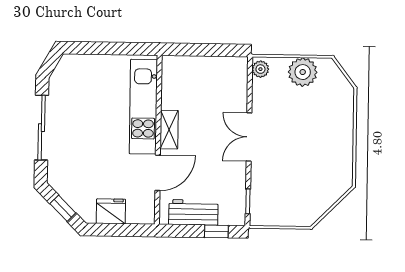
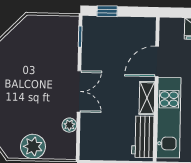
plant: (260, 69) -> (69, 125), moved
workbench: (193, 212) -> (143, 137), moved, turned 90

